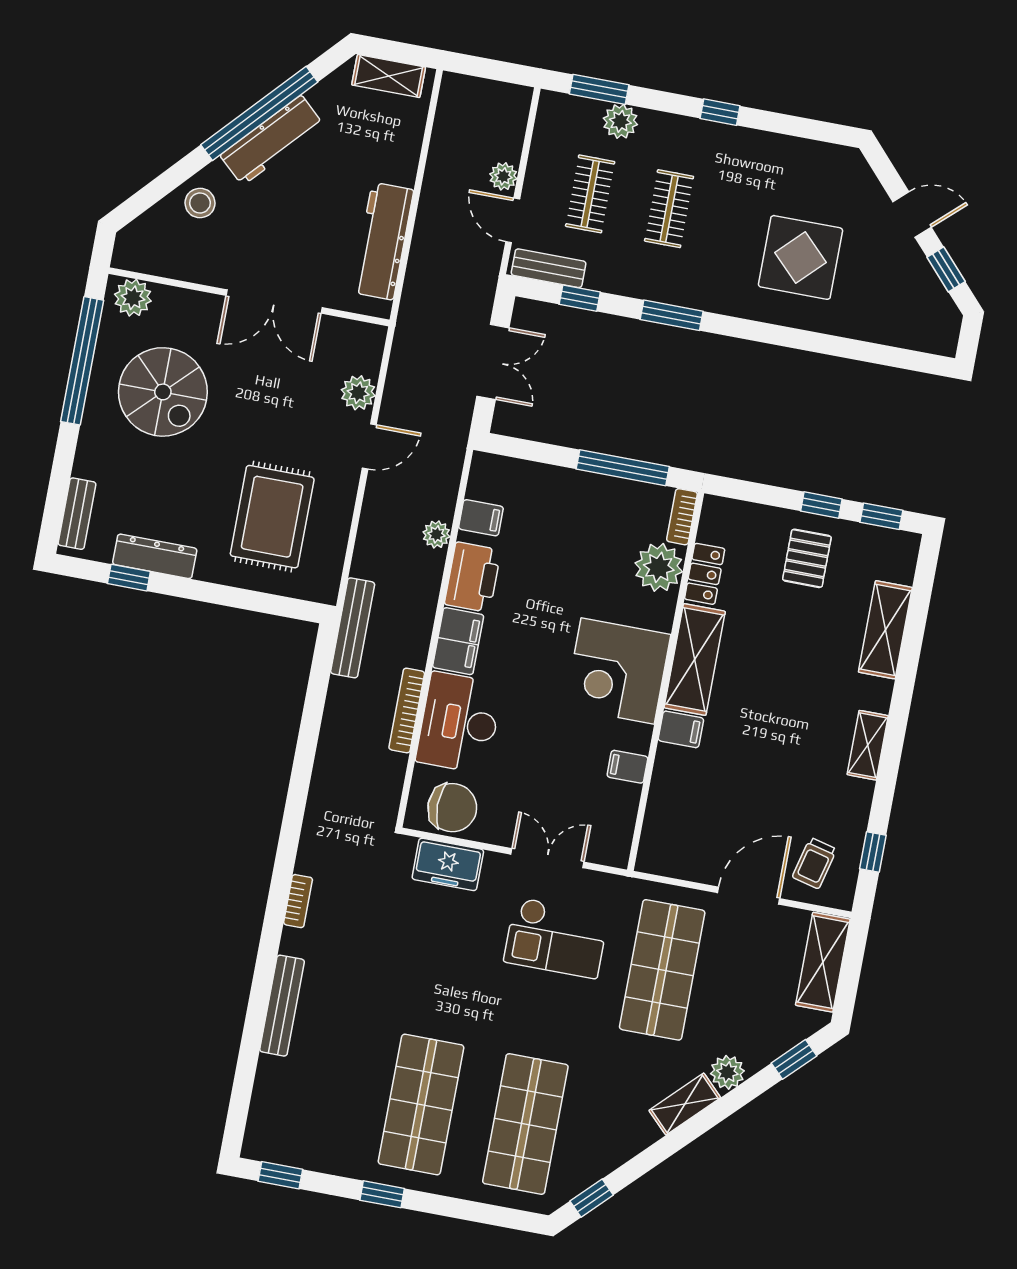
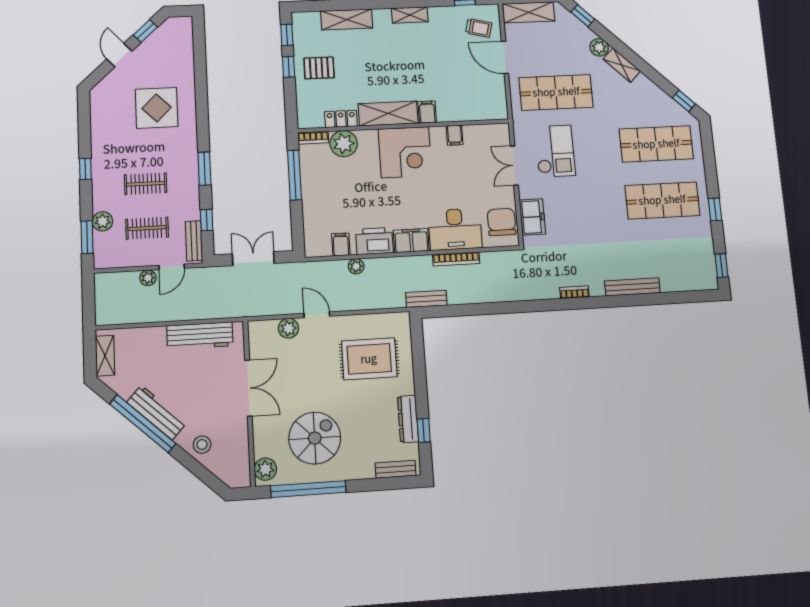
bench: (353, 628) -> (426, 299), width x0.73

